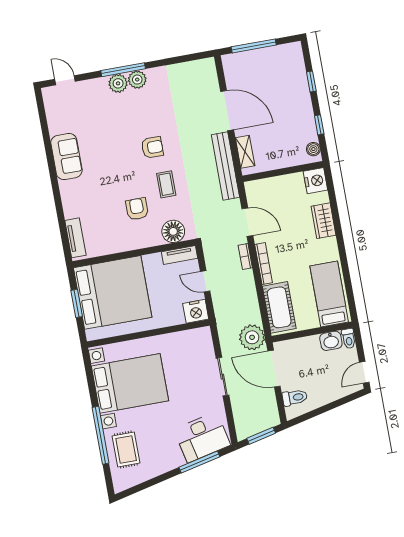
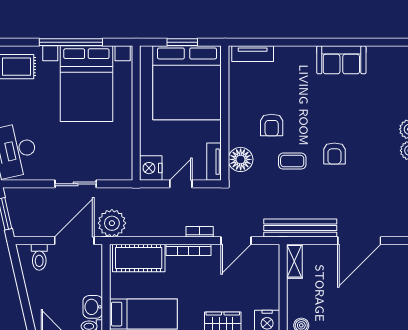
shelving: (245, 152) -> (294, 261), moved, turned 90
armchair: (137, 209) -> (272, 125), turned 90
window: (101, 435) -> (71, 42), moved

